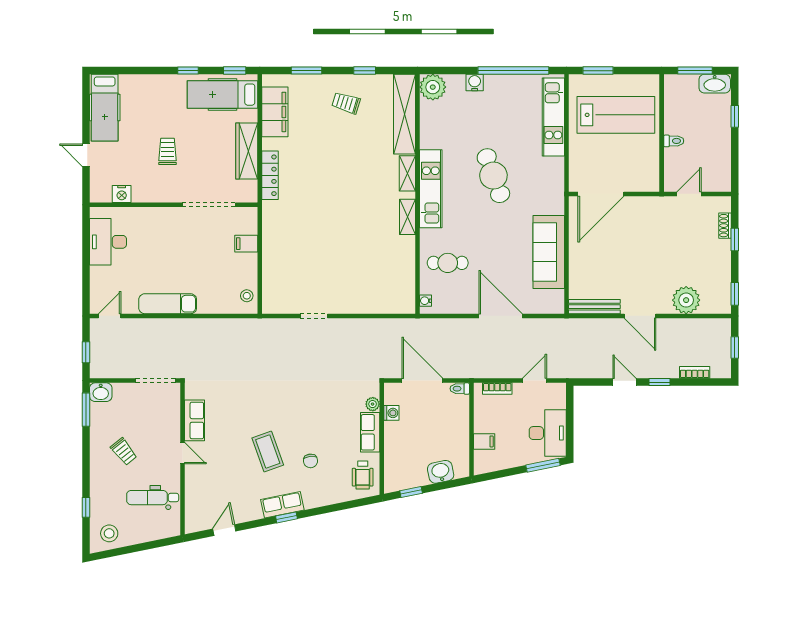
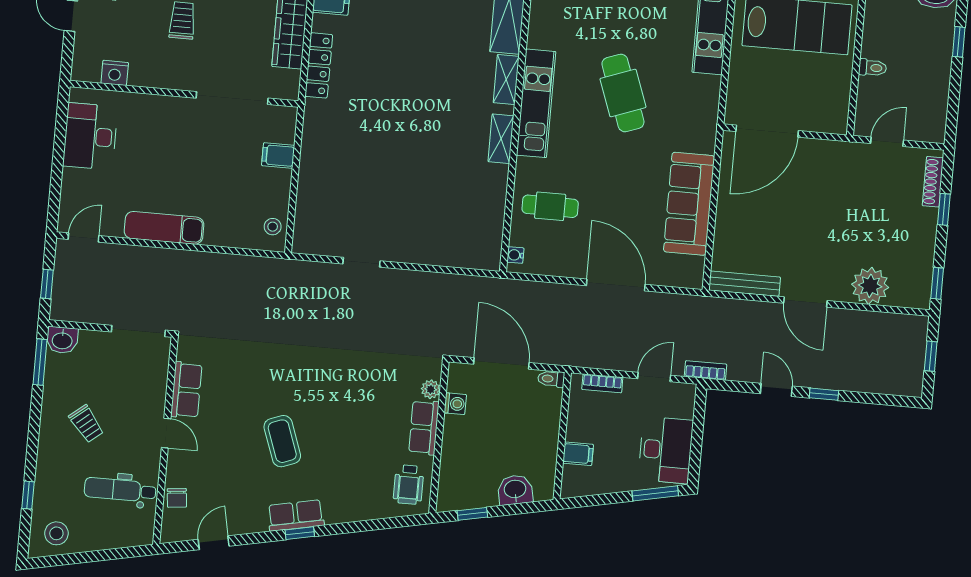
shoe rack: (725, 226) -> (933, 182), width x1.43
bookcase: (695, 372) -> (705, 370), moved
chair: (310, 461) -> (177, 498), moved

